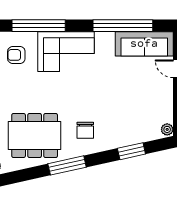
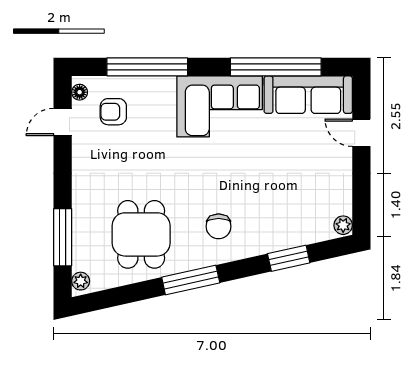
corner sofa: (66, 52) -> (220, 106), moved
dining table: (35, 136) -> (141, 234), width x0.73

